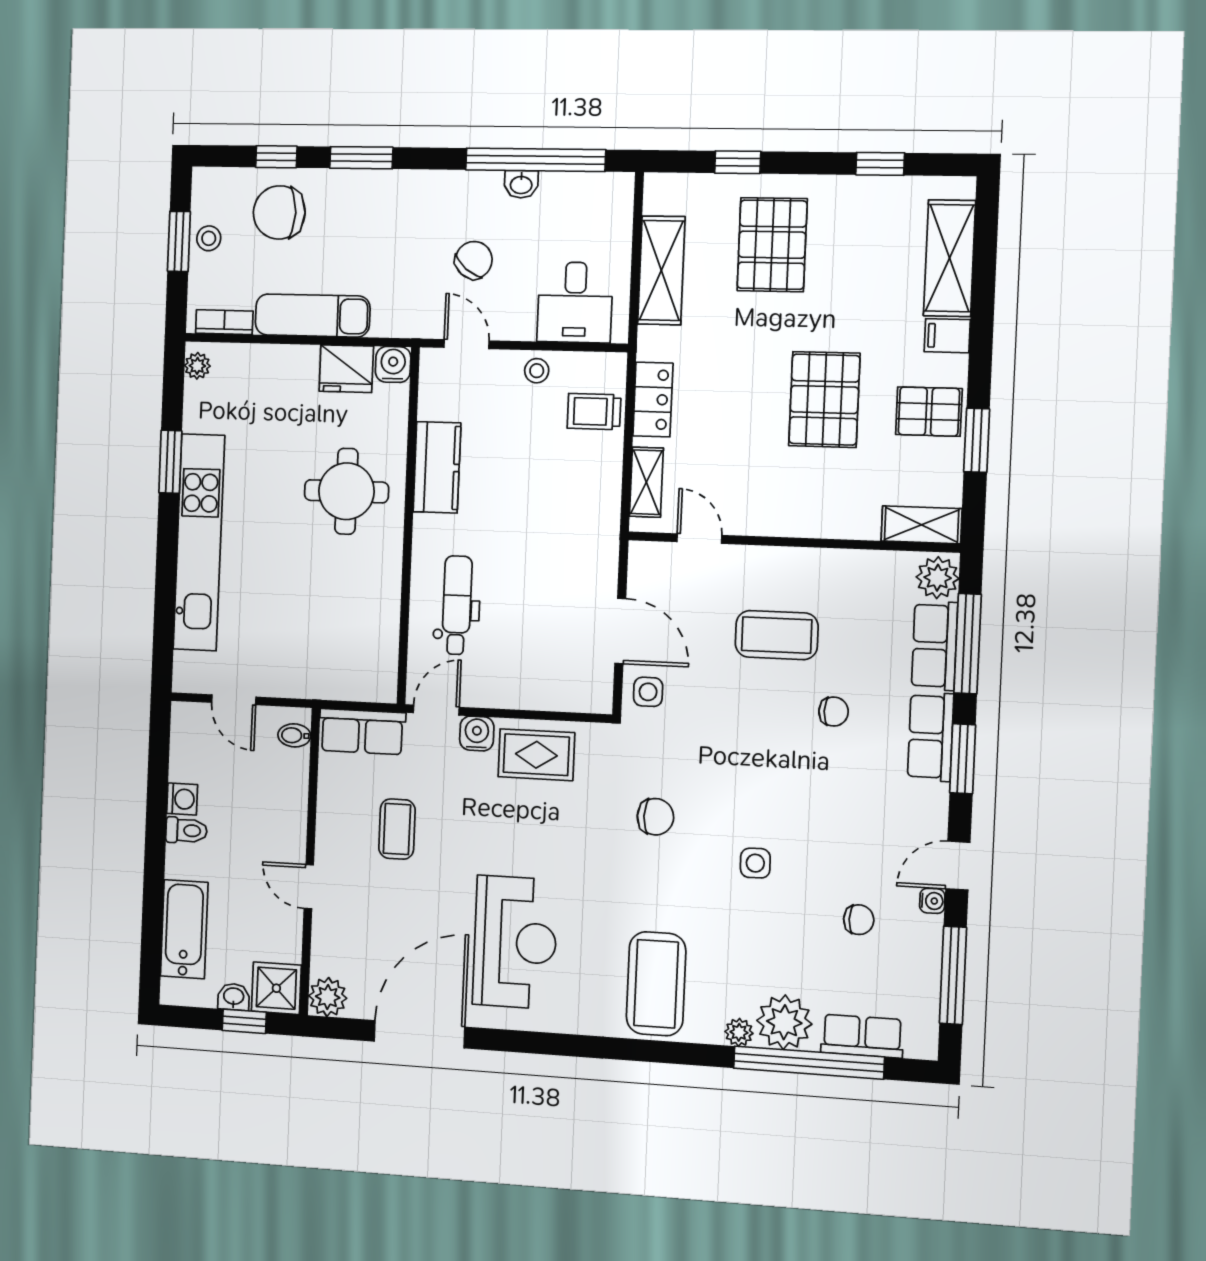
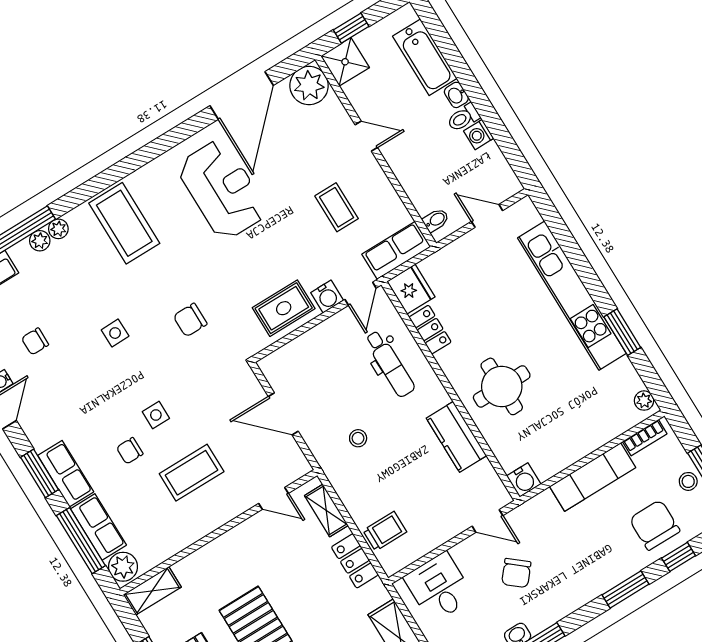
chair: (279, 212) -> (655, 525), turned -90
fridge: (346, 369) -> (411, 289), moved, turned 90
stool: (537, 371) -> (358, 438), moved
locker: (384, 613) -> (430, 330), added
side table: (648, 692) -> (156, 415), moved
reception desk: (515, 942) -> (222, 190), turned 180
washbasin: (234, 997) -> (456, 95), moved, turned 90
plant: (328, 997) -> (309, 86), width x1.36, depth x1.36
plant: (784, 1022) -> (40, 241), width x0.53, depth x0.53

